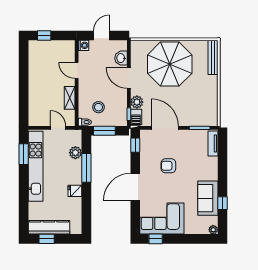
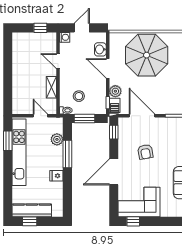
window: (44, 35) -> (40, 28), moved
armchair: (168, 166) -> (145, 152), turned -100

